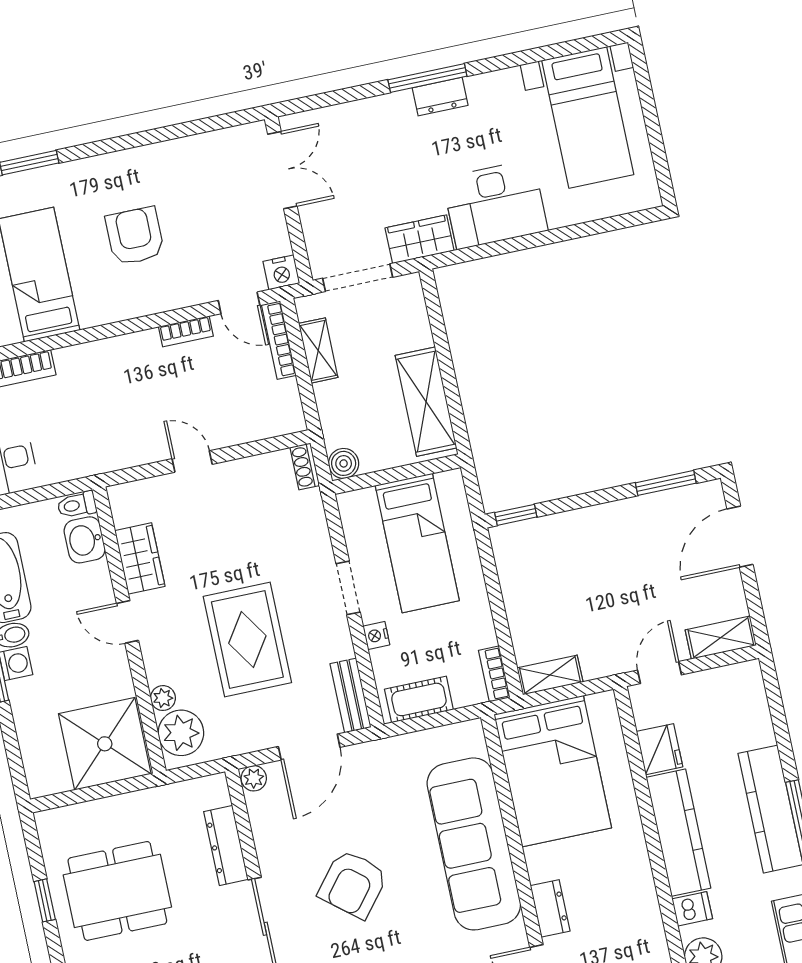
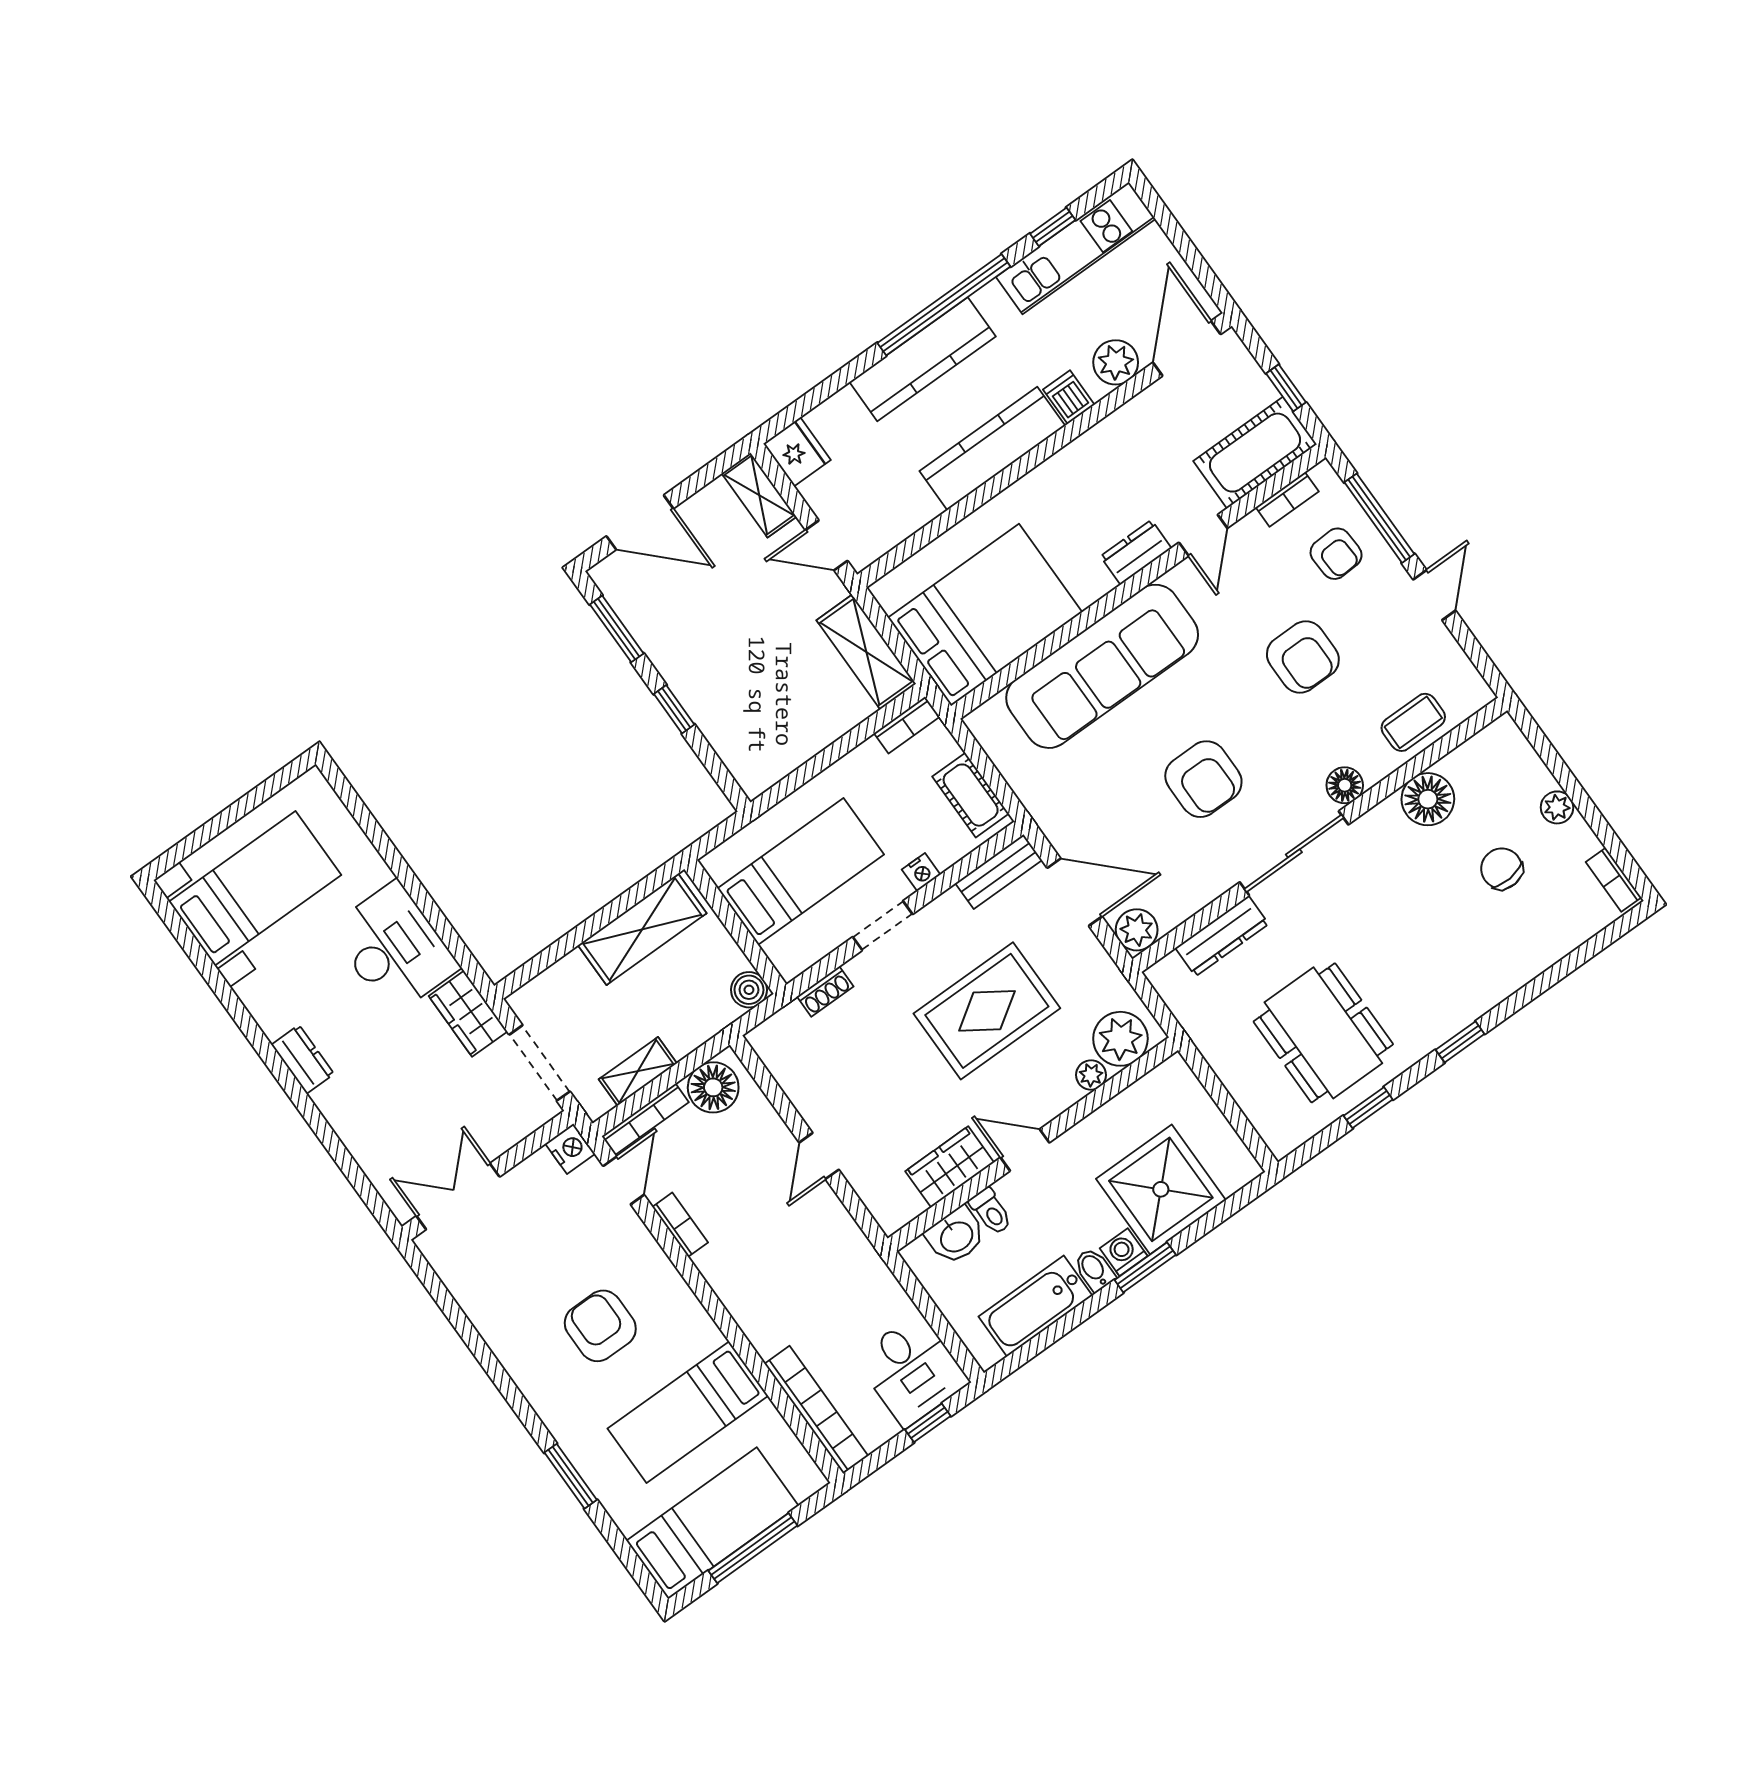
window: (427, 78) -> (288, 1082), removed
armchair: (135, 236) -> (600, 1326), turned 90
floor lamp: (280, 403) -> (713, 1087), added
shoe rack: (305, 466) -> (825, 992), moved
toilet: (77, 505) -> (991, 1211), moved
window: (516, 515) -> (674, 709), moved
door: (127, 622) -> (1025, 1150), swing flipped
shelving: (550, 675) -> (866, 652), width x1.50, depth x1.33
shower: (105, 744) -> (1161, 1189), moved
fridge: (659, 749) -> (797, 452), moved, turned 90
plant: (254, 778) -> (1137, 930), width x1.38, depth x1.38
armchair: (353, 884) -> (1203, 779), turned 51

